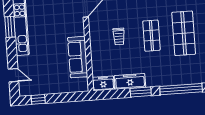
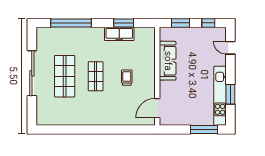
freezer: (103, 83) -> (145, 34), removed
window: (141, 92) -> (124, 23), moved
window: (67, 97) -> (181, 23), added

